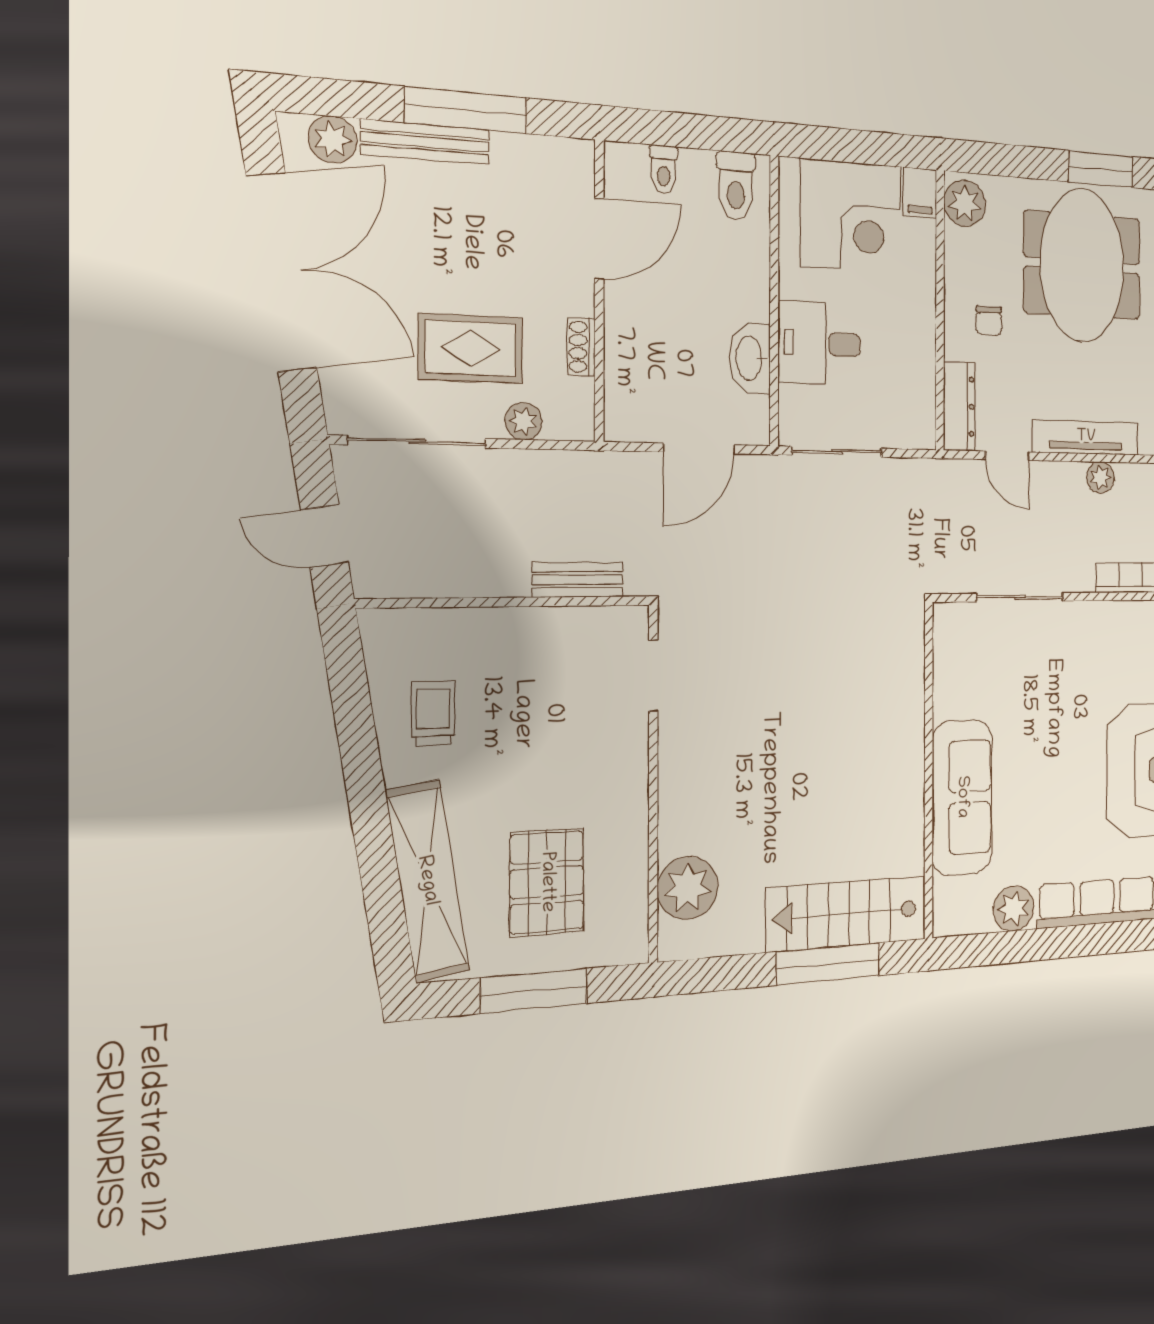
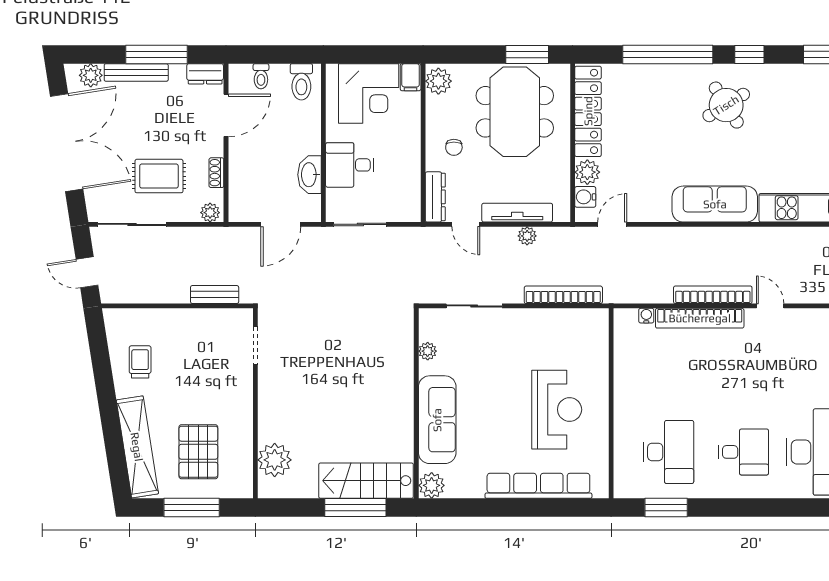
dresser: (560, 156) -> (205, 74), added
plant: (523, 421) -> (210, 213), moved
plant: (947, 678) -> (428, 351), added
plant: (1014, 909) -> (432, 485), moved

